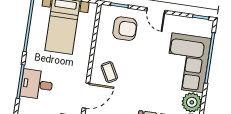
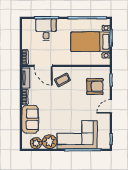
armchair: (125, 29) -> (95, 86), turned -90

